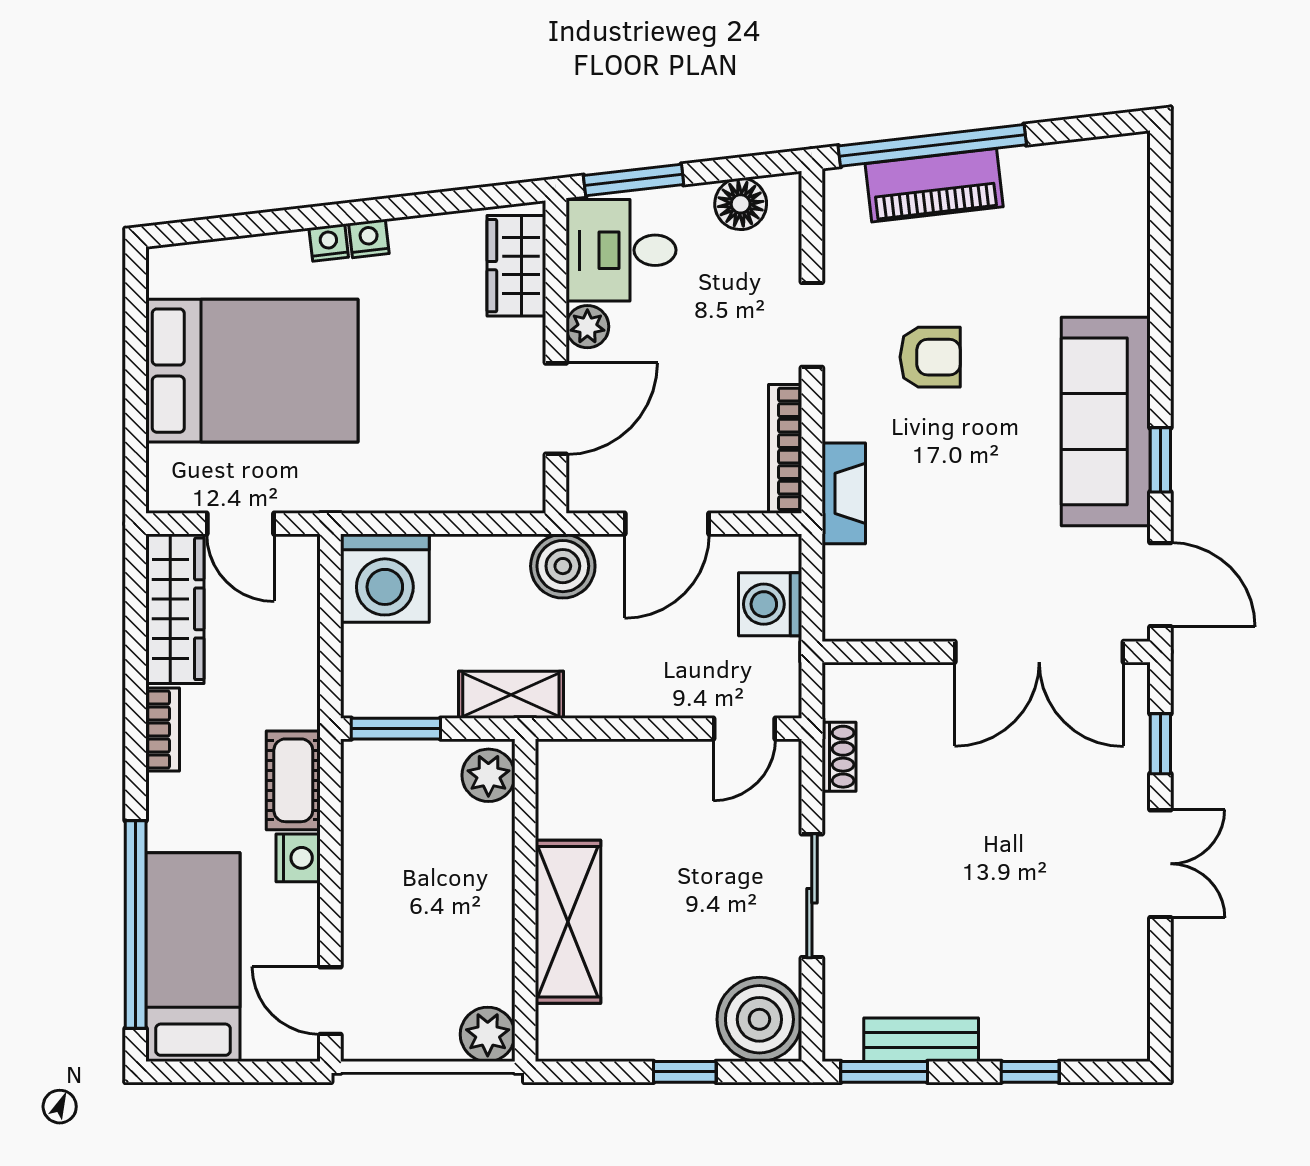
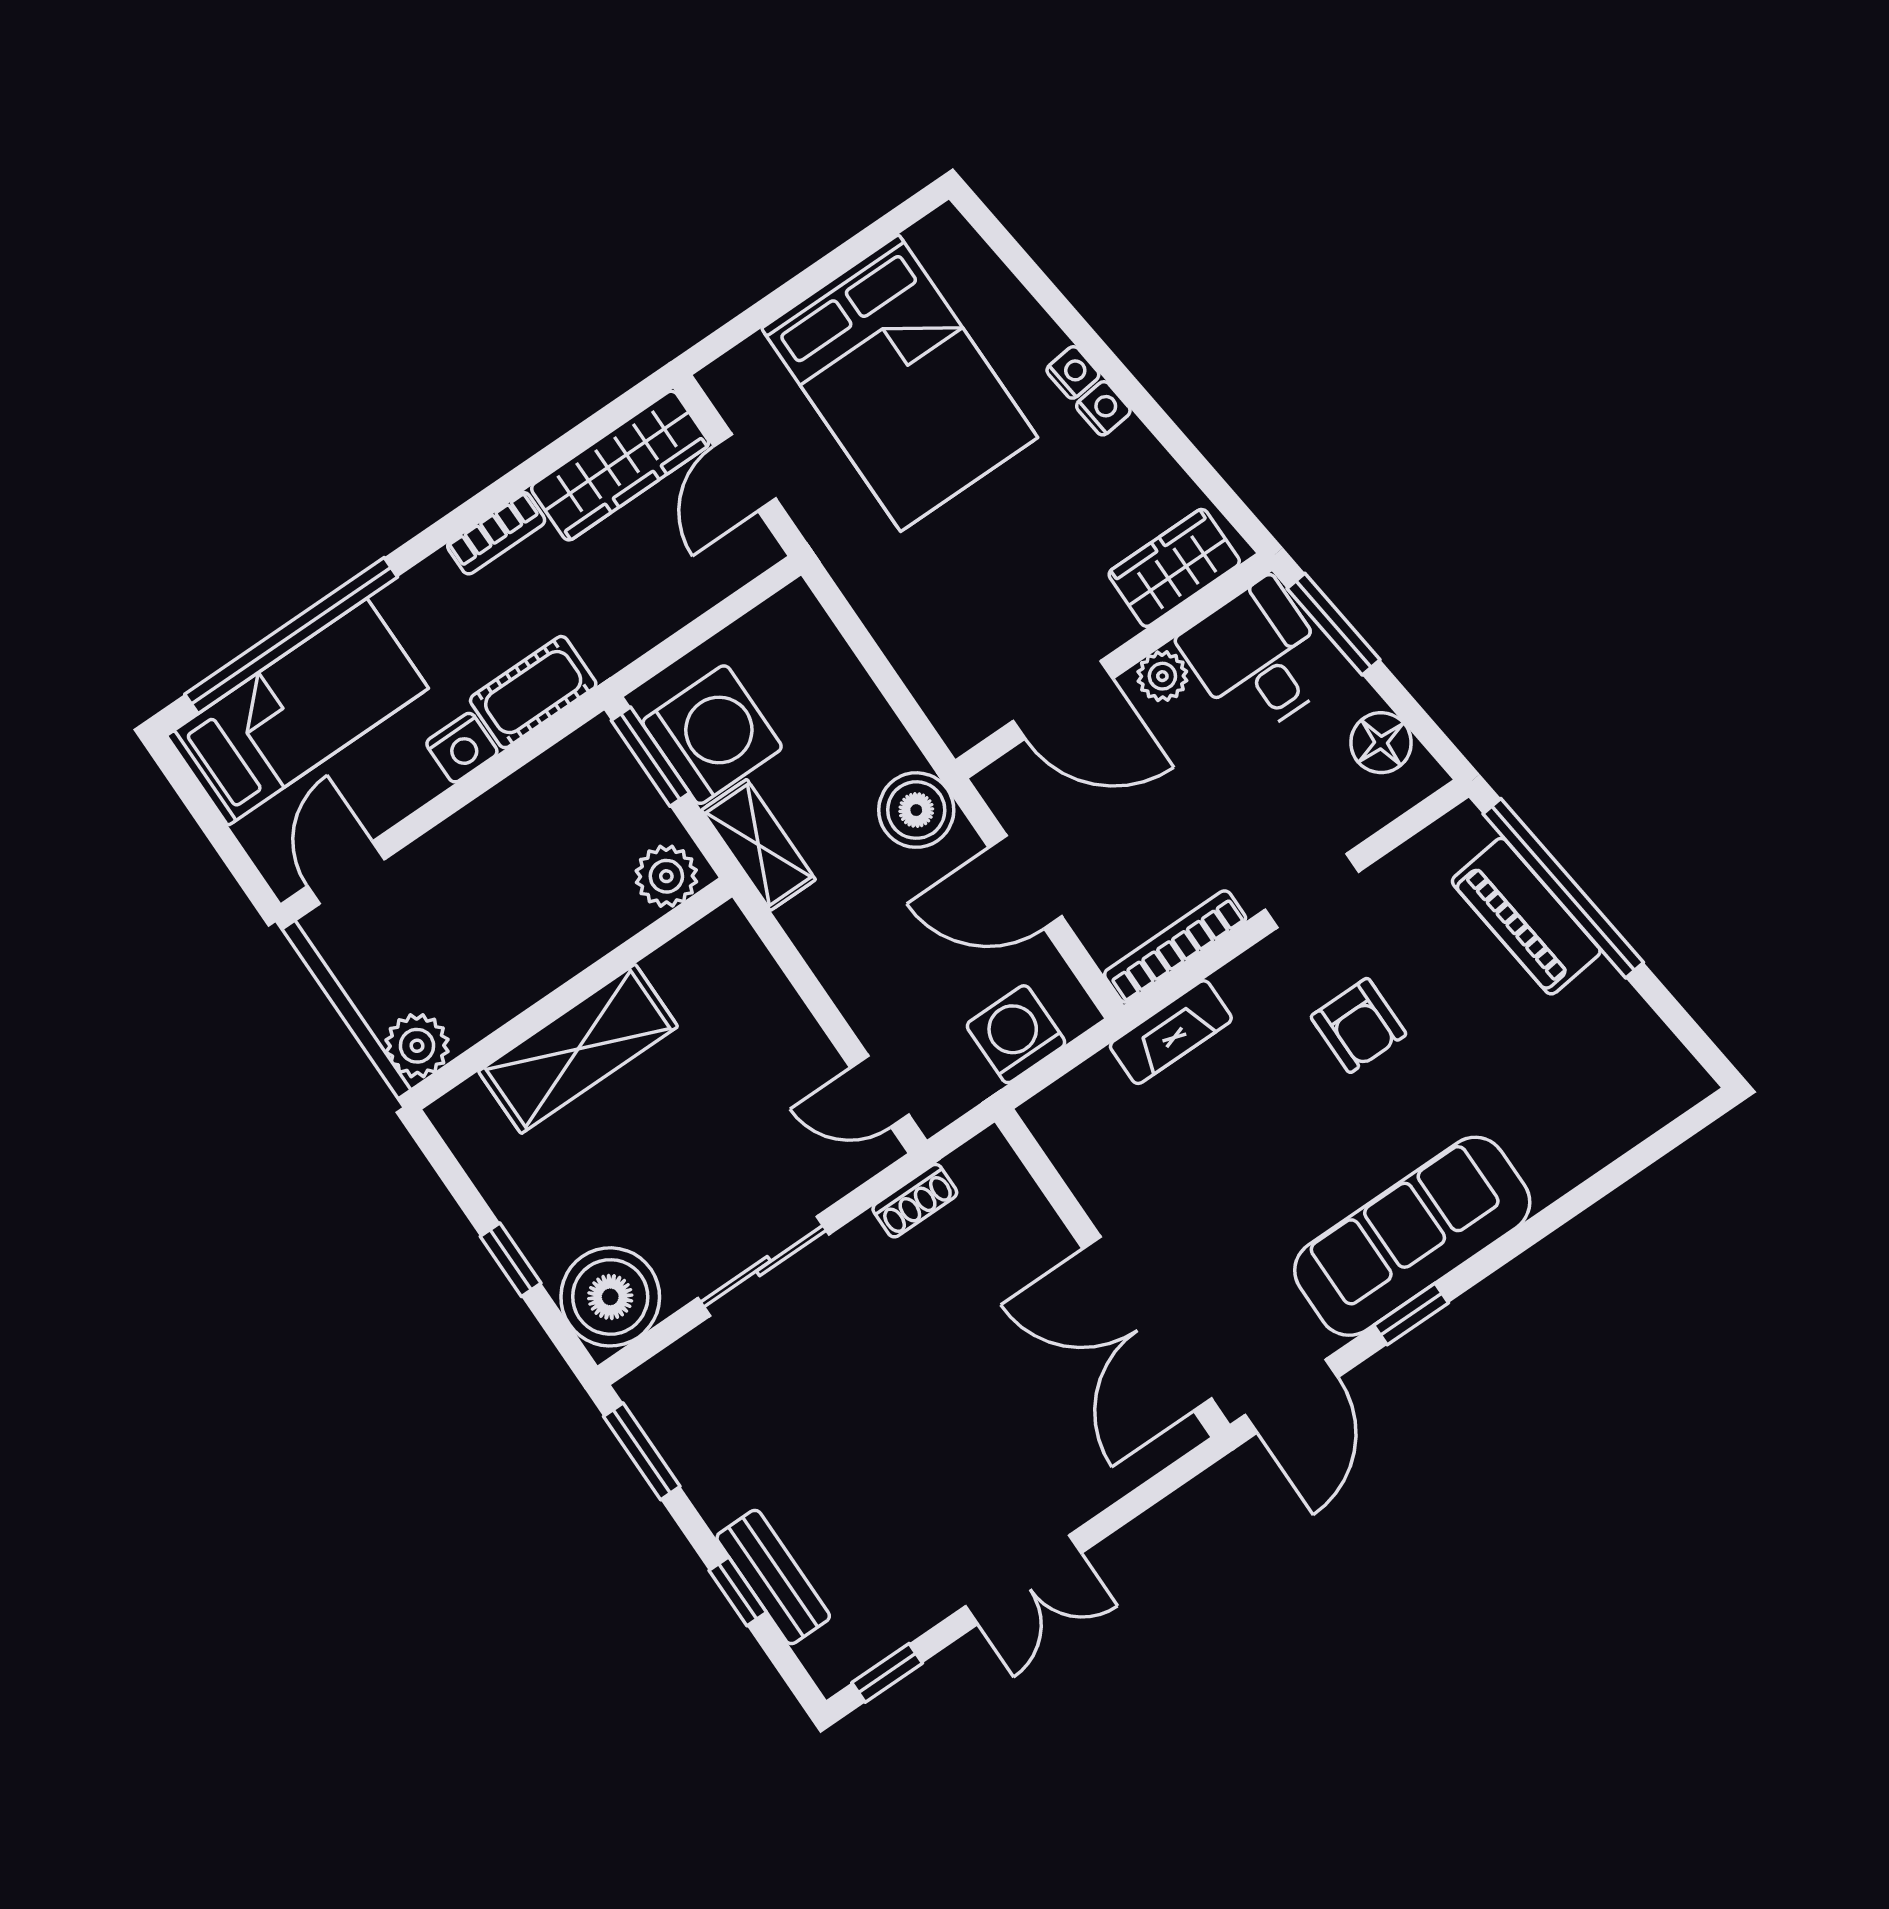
washing machine: (385, 578) -> (712, 735), moved, turned 180
window: (1160, 744) -> (887, 1673), moved
bench: (921, 1040) -> (773, 1577), moved

